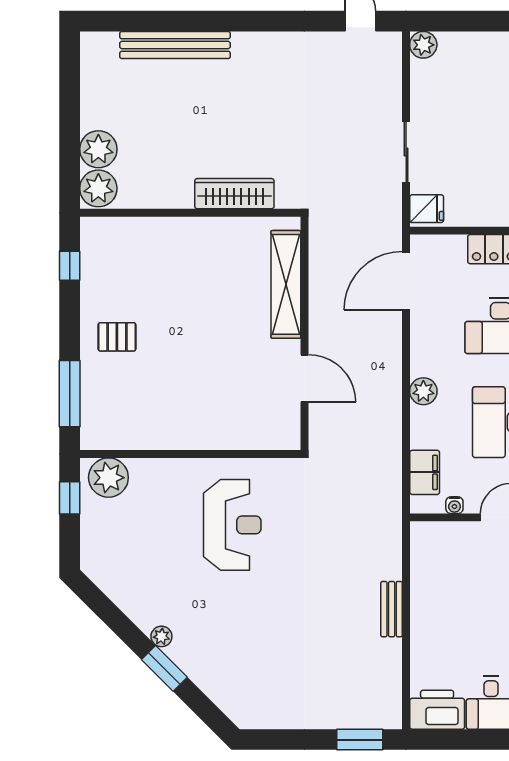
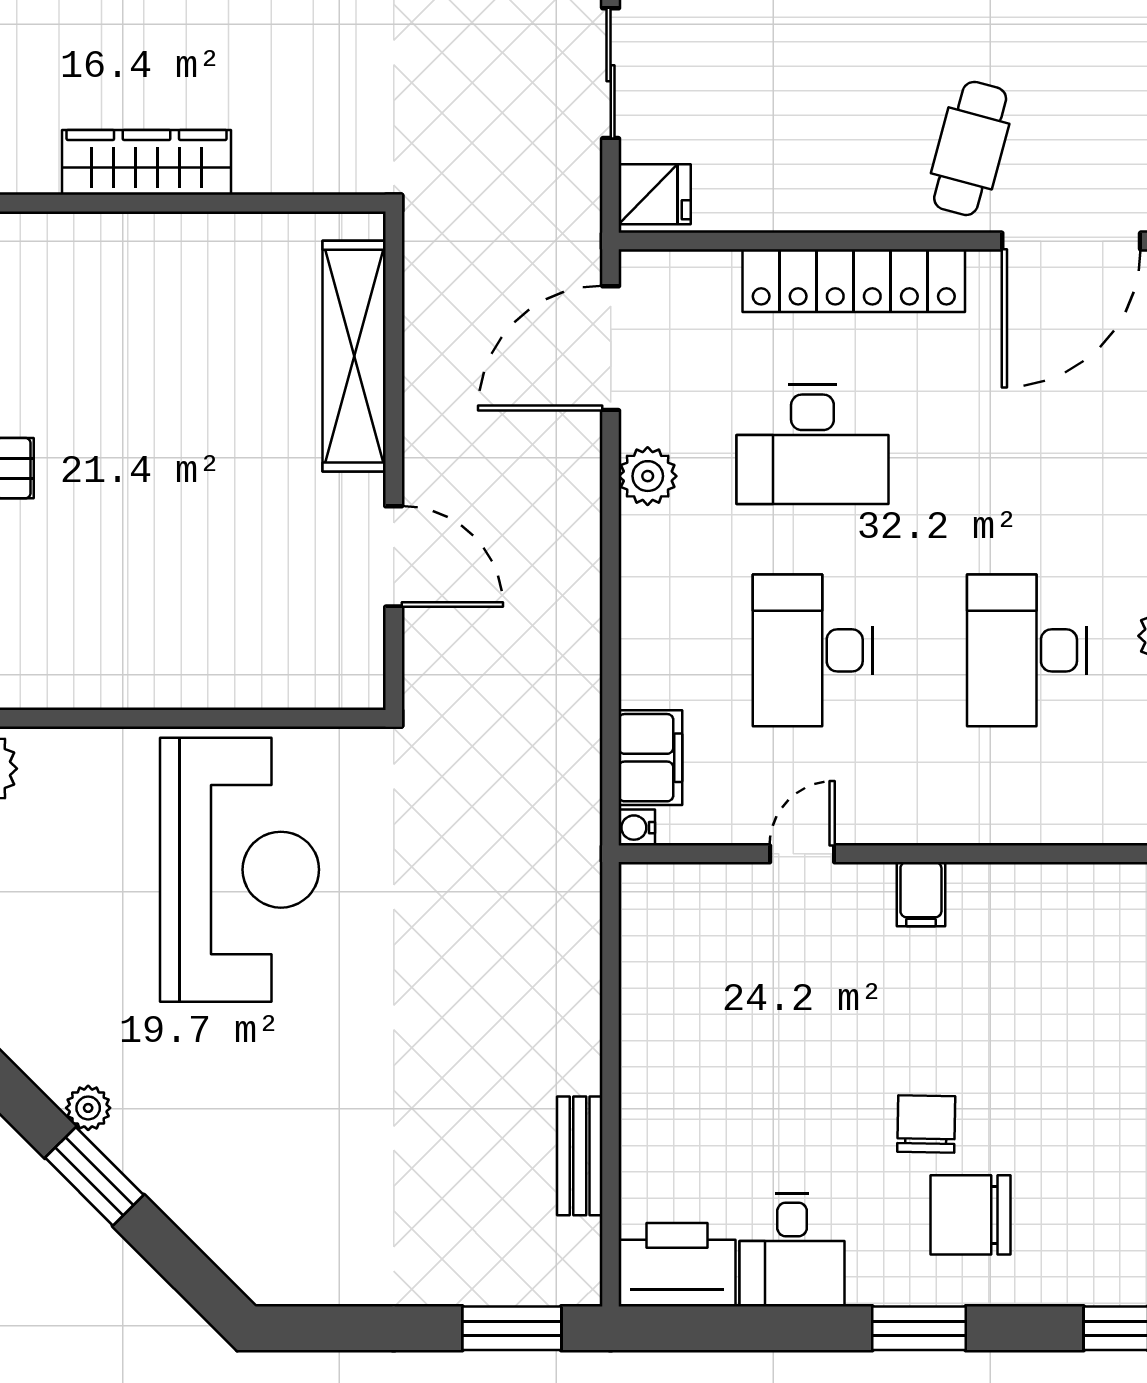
wardrobe: (234, 194) -> (147, 162), moved
plant: (423, 391) -> (648, 476), moved
water cooler: (454, 505) -> (637, 828), moved, turned 90
reception desk: (232, 525) -> (240, 870), width x1.36, depth x1.30
bench: (392, 609) -> (580, 1156), moved

